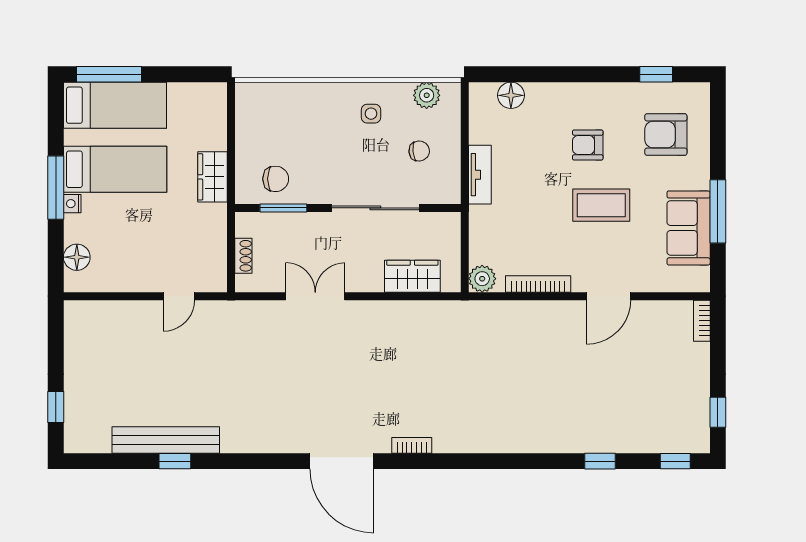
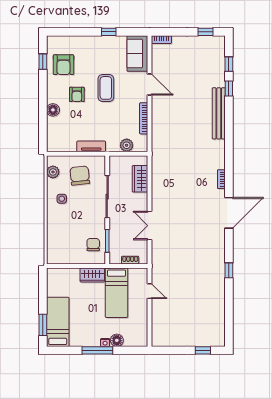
window: (109, 74) -> (43, 325), width x0.69
floor lamp: (511, 95) -> (53, 110), moved
armchair: (666, 135) -> (63, 65), moved
chair: (419, 151) -> (80, 176), width x1.87, depth x1.87
bed: (115, 169) -> (117, 293), moved, turned 180
window: (718, 211) -> (109, 32), width x0.46
sofa: (689, 228) -> (137, 54), moved, turned 90
floor lamp: (77, 257) -> (117, 340), moved
plant: (482, 279) -> (127, 145), moved
bench: (166, 440) -> (219, 113), moved
window: (175, 461) -> (229, 270), moved
window: (675, 461) -> (229, 64), moved

